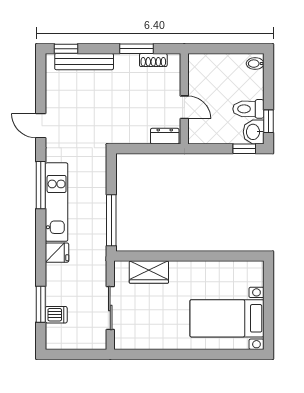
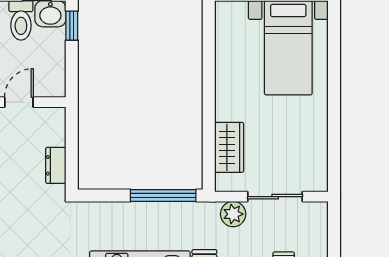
dresser: (165, 136) -> (56, 165), moved
plant: (97, 275) -> (233, 214), added

